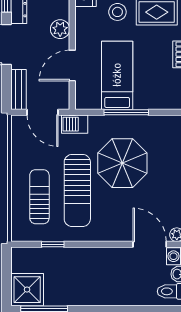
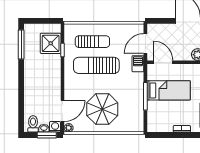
door: (72, 66) -> (163, 62), moved
bench: (18, 89) -> (160, 28), removed
parasol: (122, 163) -> (102, 109), moved
shower: (27, 290) -> (51, 43), moved

